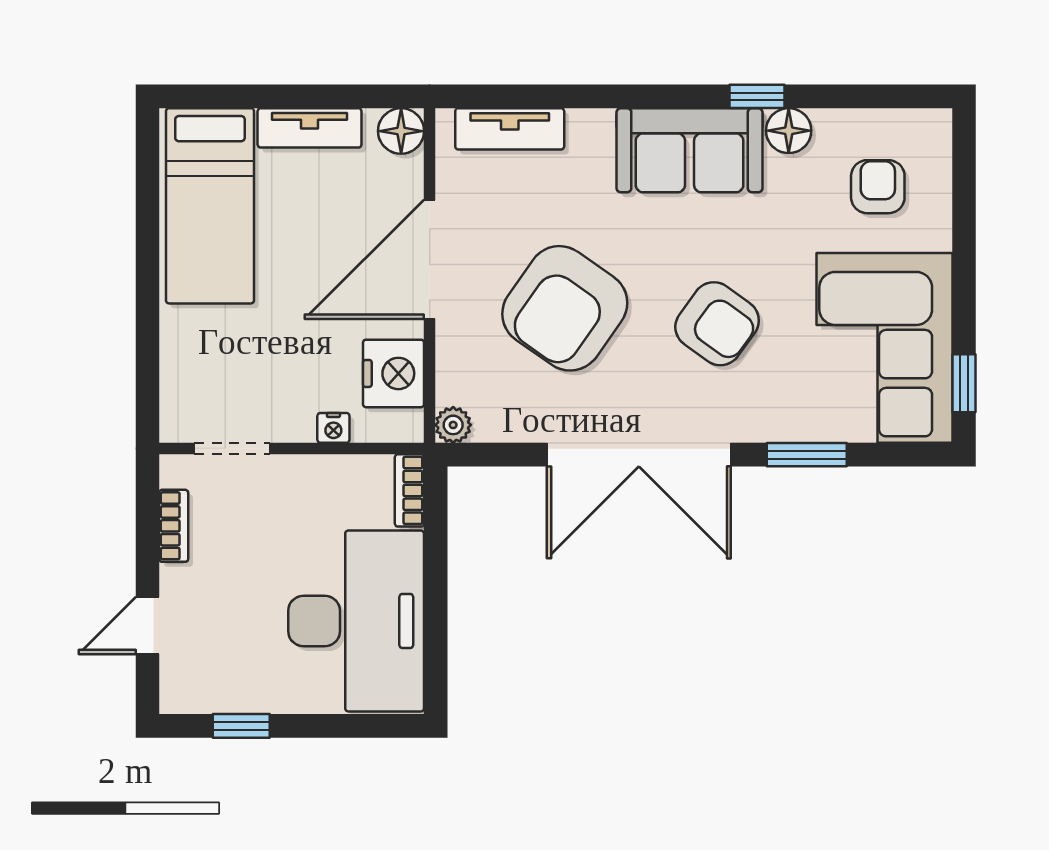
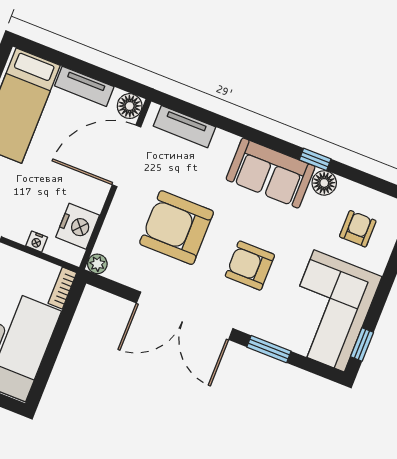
door: (430, 259) -> (126, 156), moved
armchair: (565, 308) -> (177, 228), turned 55
armchair: (717, 324) -> (250, 266), turned 144

